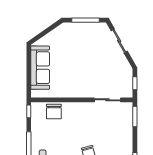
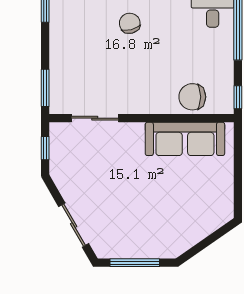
sofa: (40, 68) -> (185, 139), moved, turned -90
chair: (54, 112) -> (192, 97), turned -90

